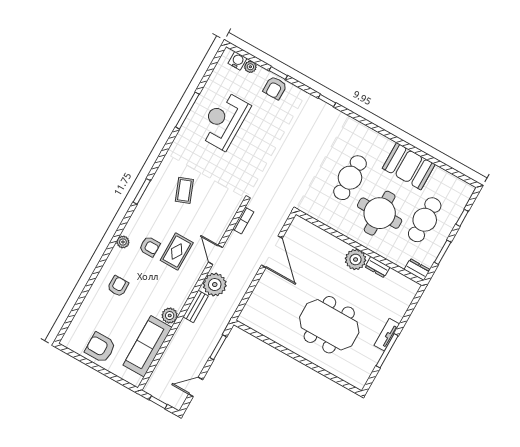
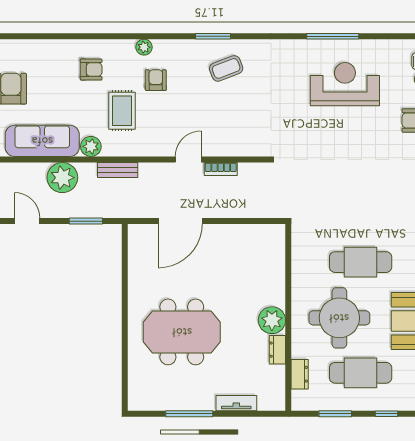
coffee table: (184, 190) -> (226, 68), moved
bookcase: (243, 221) -> (221, 169), moved
armchair: (150, 247) -> (156, 80), turned 180
rug: (177, 251) -> (122, 111), moved, turned 90
door: (272, 252) -> (180, 221), moved
dresser: (417, 270) -> (300, 374), moved
plant: (215, 285) -> (62, 178), moved
meeting table: (329, 325) -> (182, 332), turned 90
tv unit: (387, 335) -> (236, 403), moved

